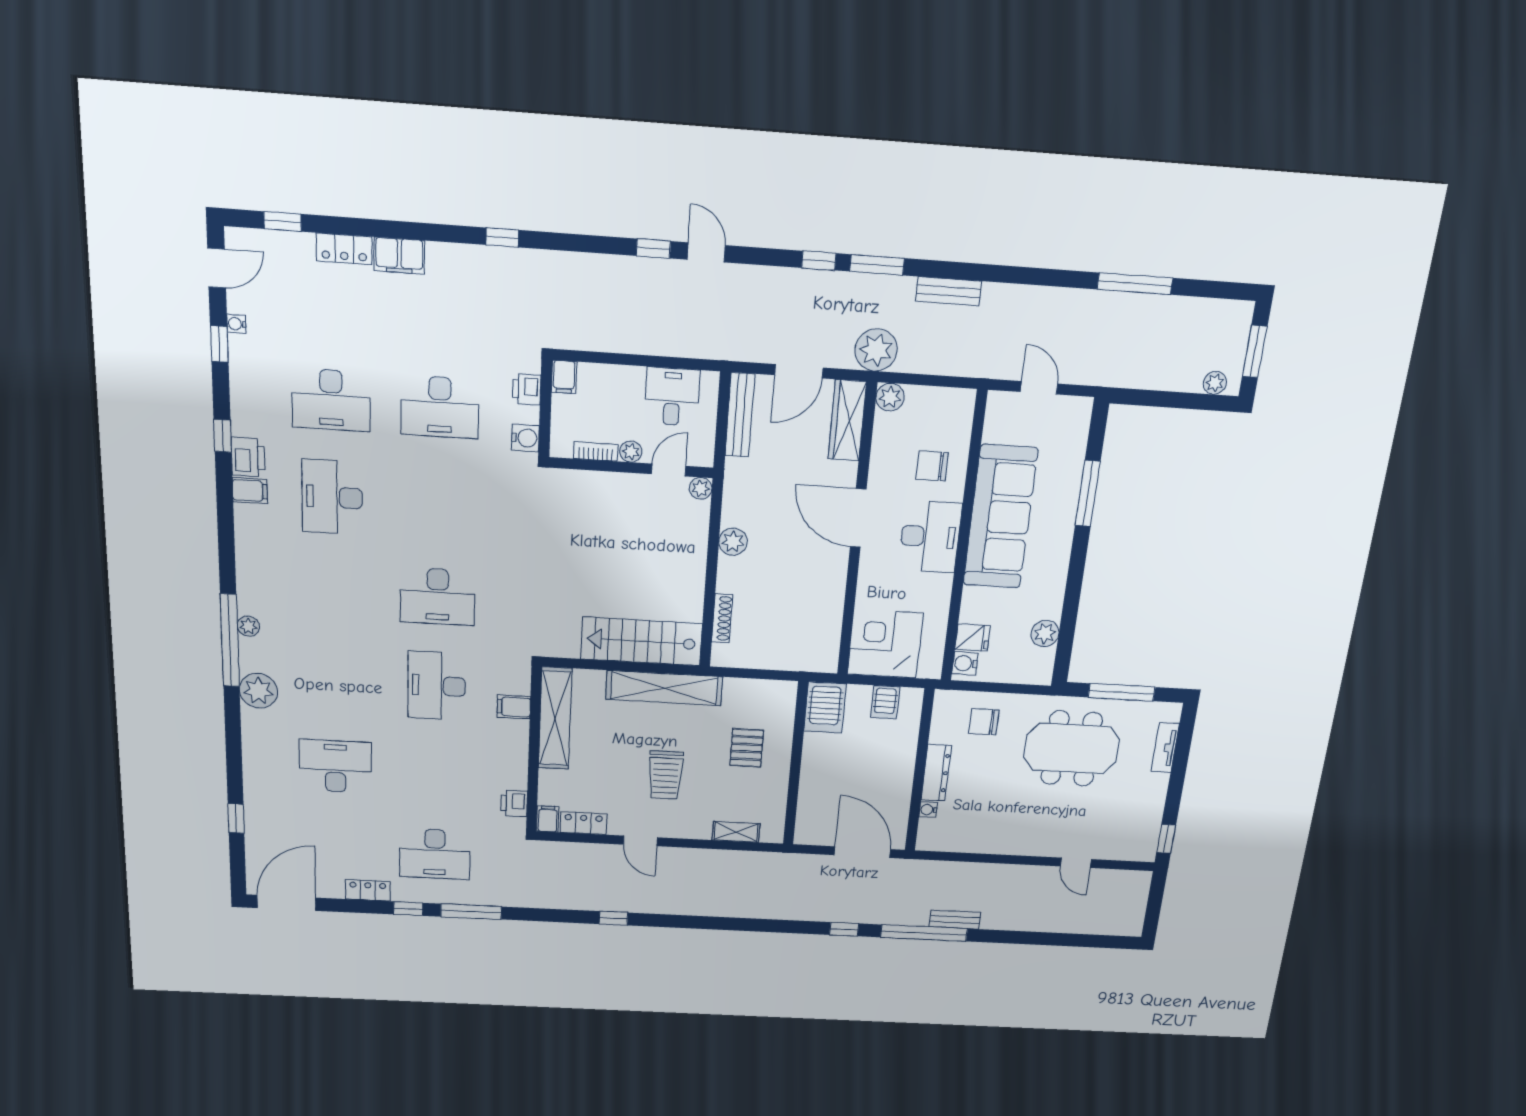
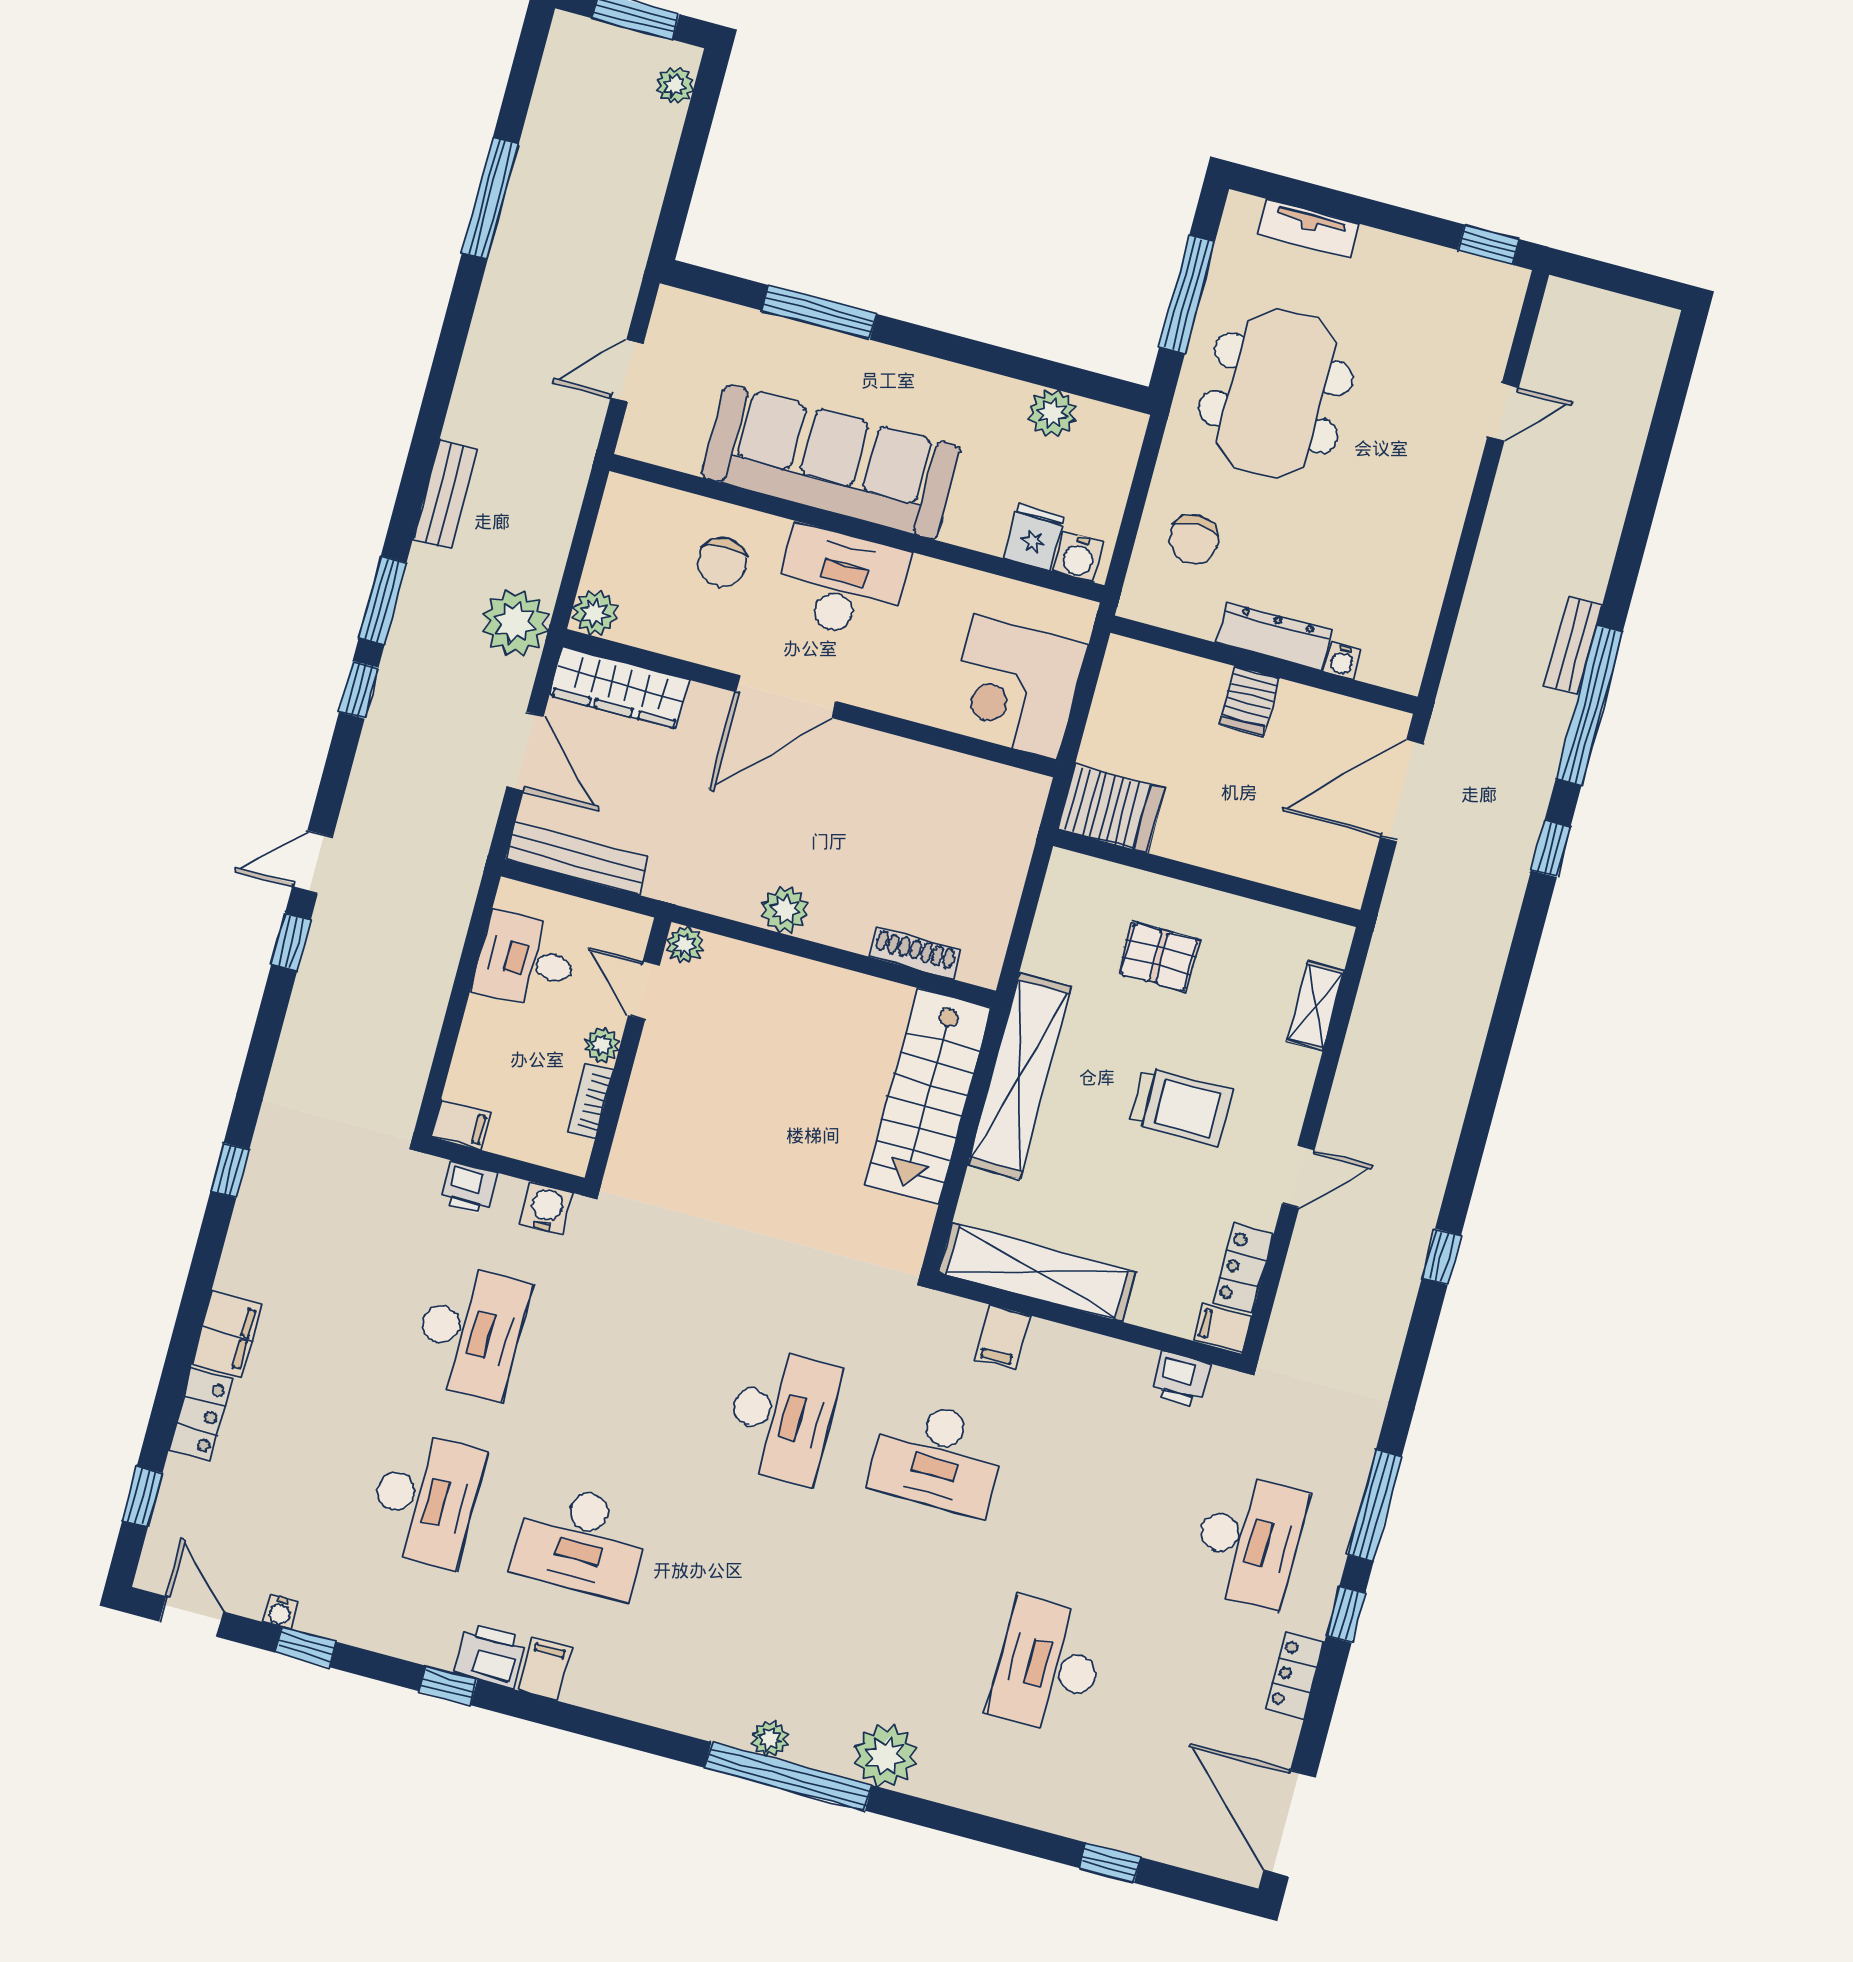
server rack: (885, 702) -> (1249, 701), moved, turned 90

